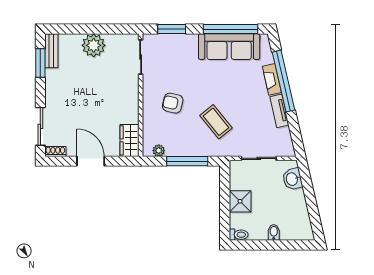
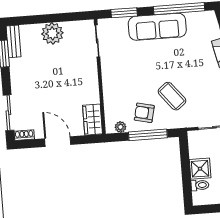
sofa: (229, 47) -> (157, 27), moved
armchair: (173, 103) -> (144, 113), moved
toilet: (239, 235) -> (200, 185), moved

